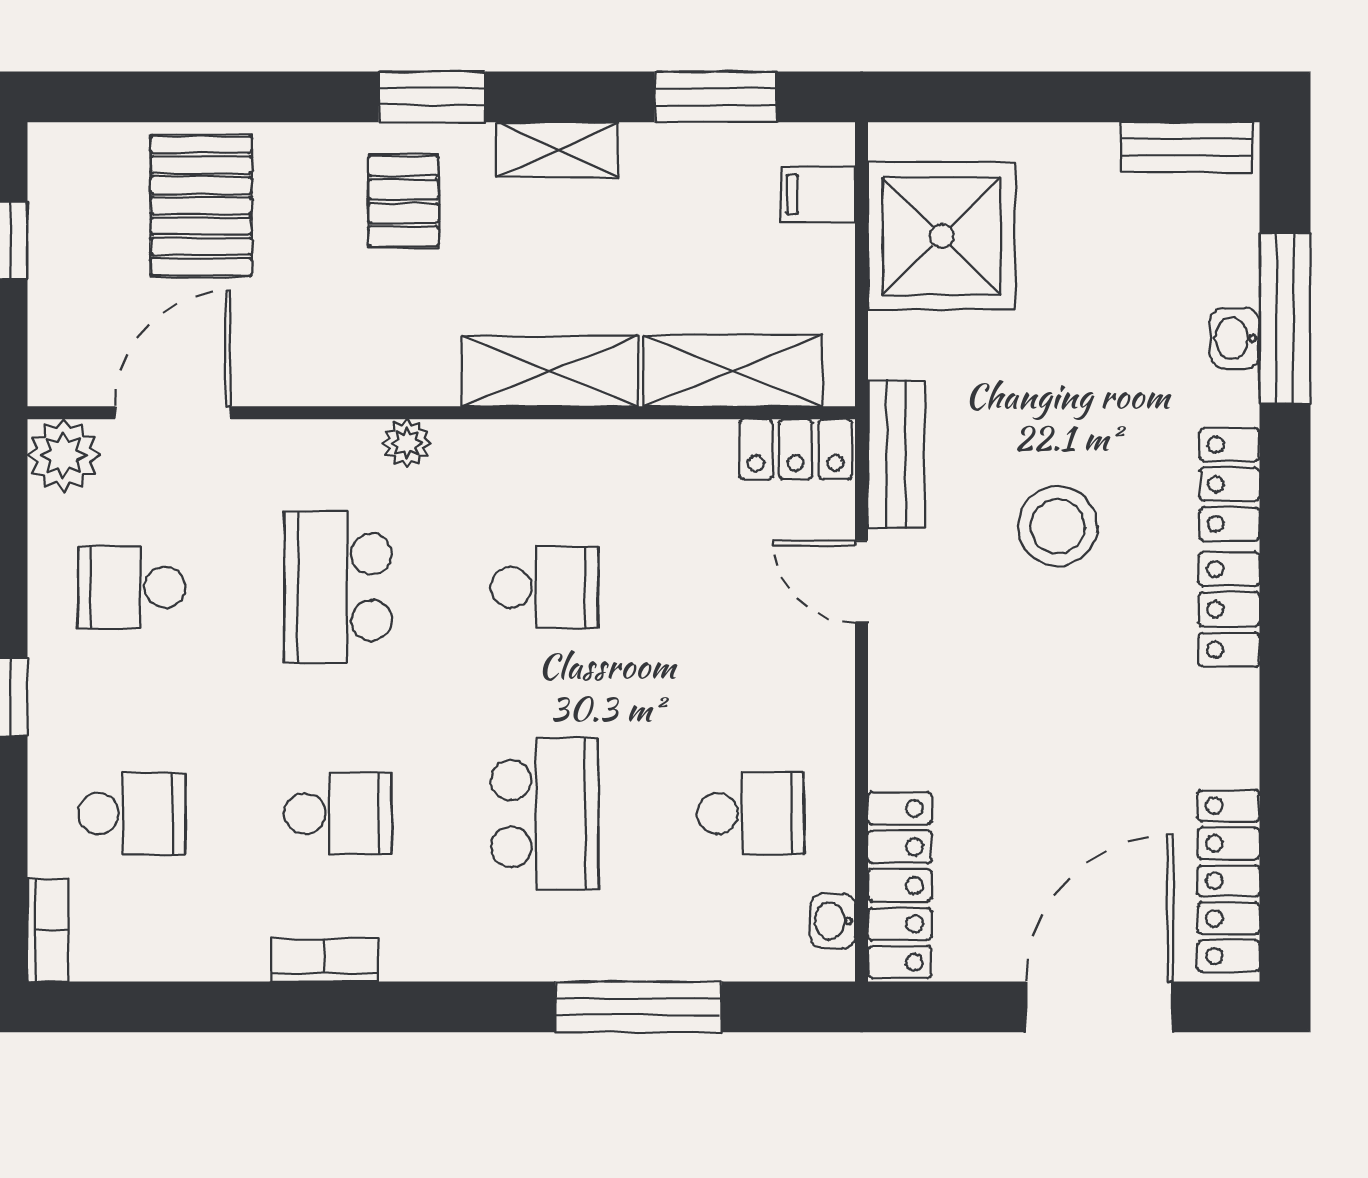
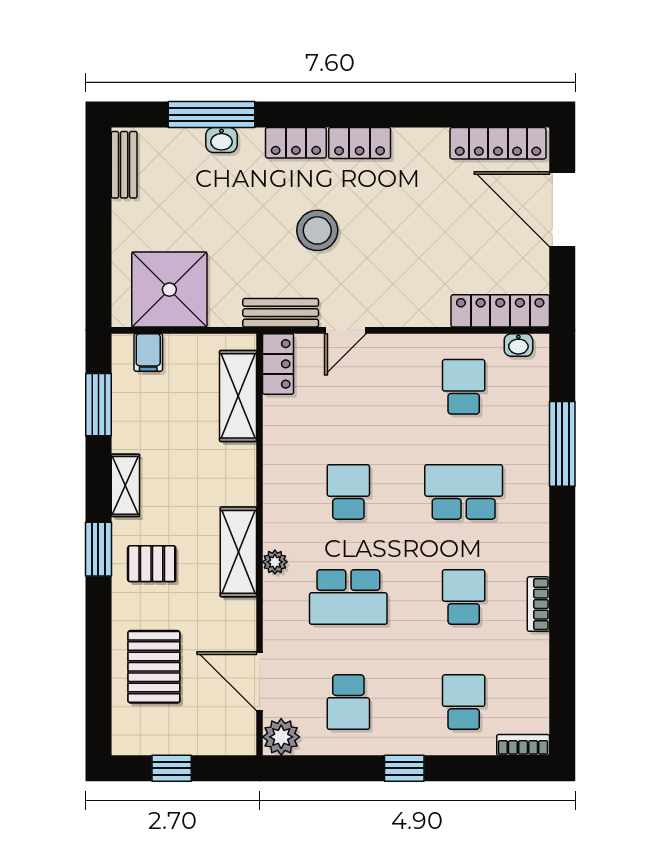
pallet: (201, 206) -> (154, 667), turned 90
shelving: (550, 371) -> (238, 552), moved

